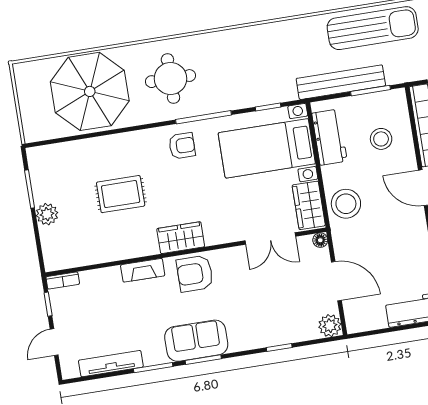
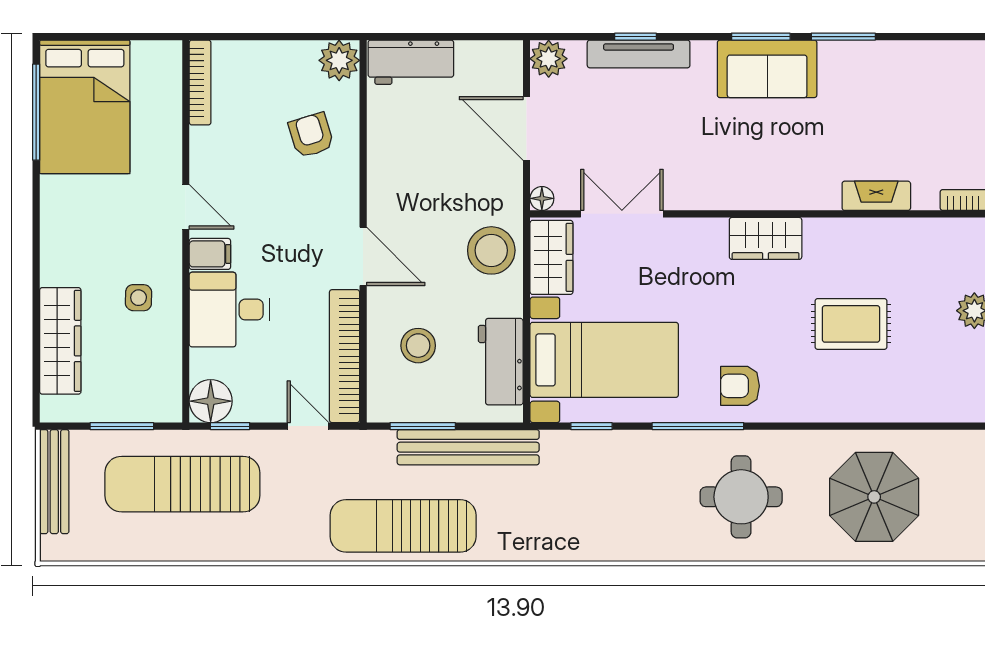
parasol: (90, 91) -> (874, 497), width x0.73, depth x0.73
fireplace: (143, 270) -> (876, 196), moved
armchair: (195, 274) -> (752, 177), removed
tv unit: (111, 364) -> (639, 54), moved

